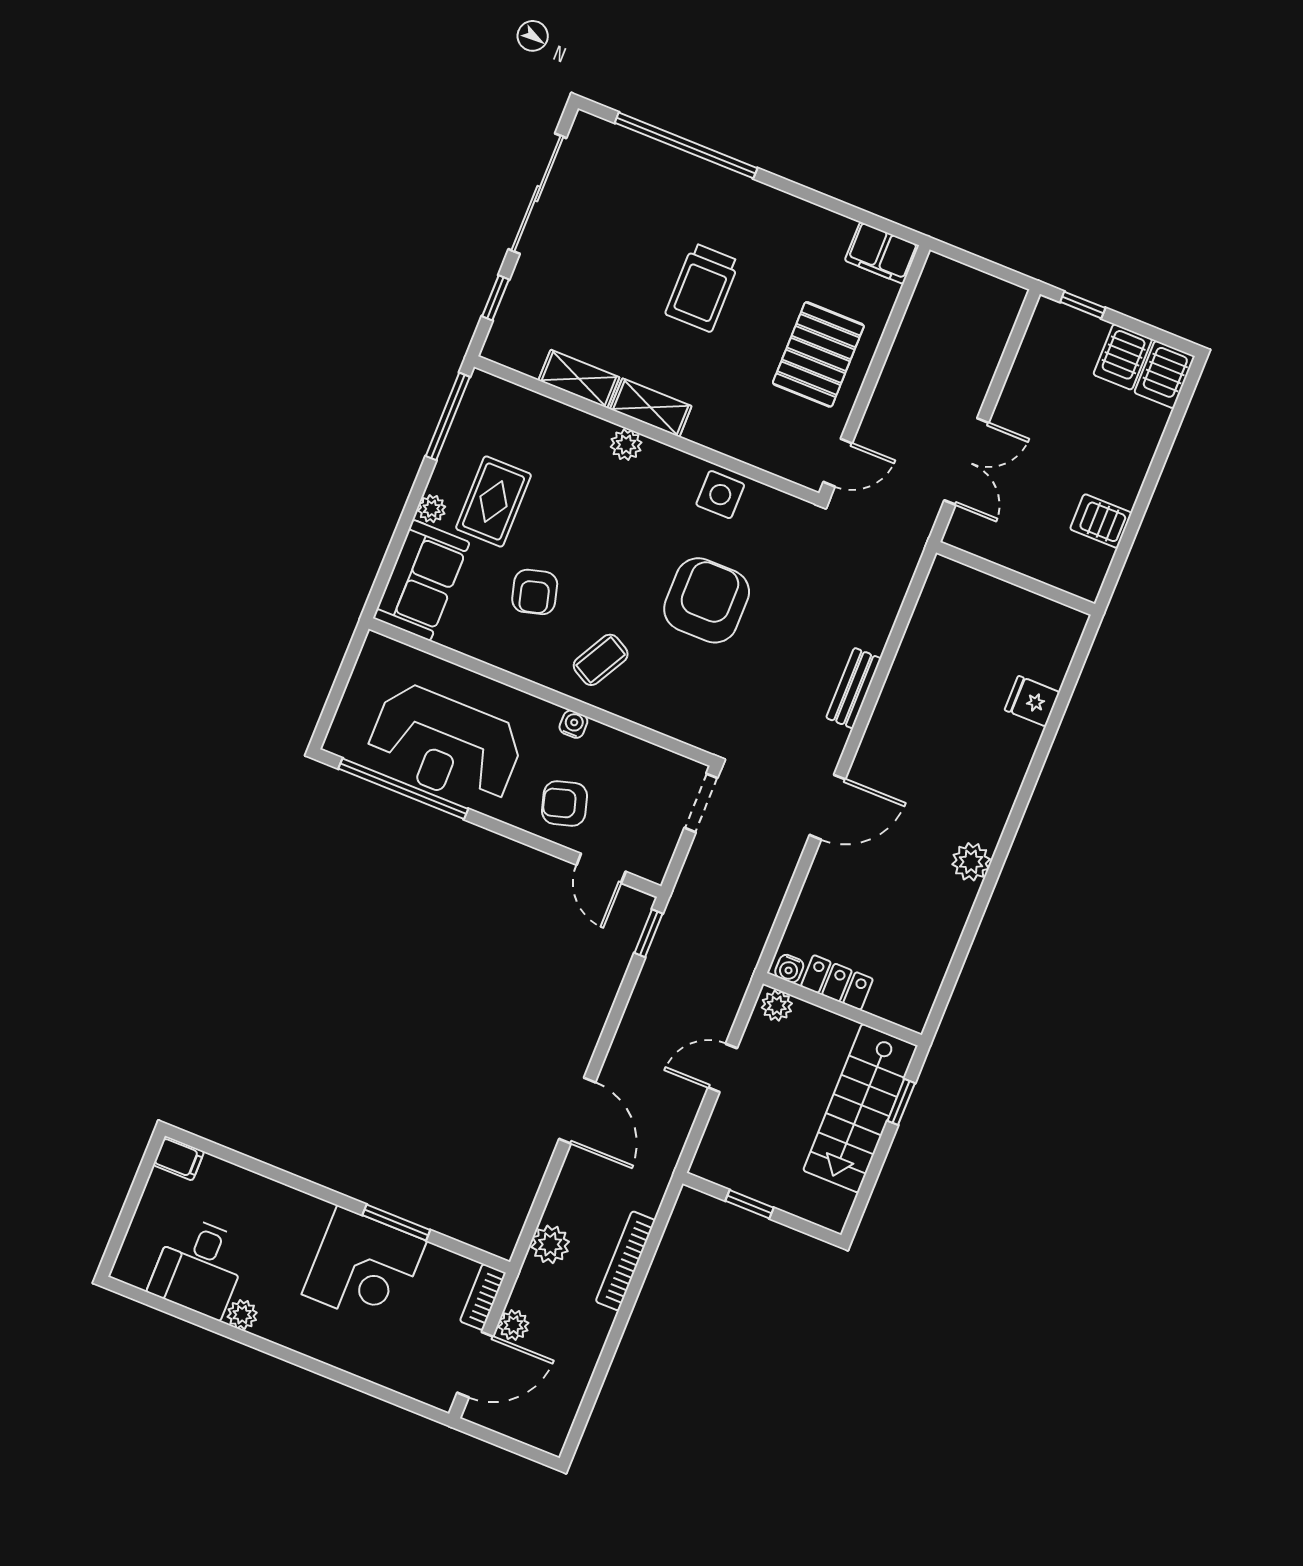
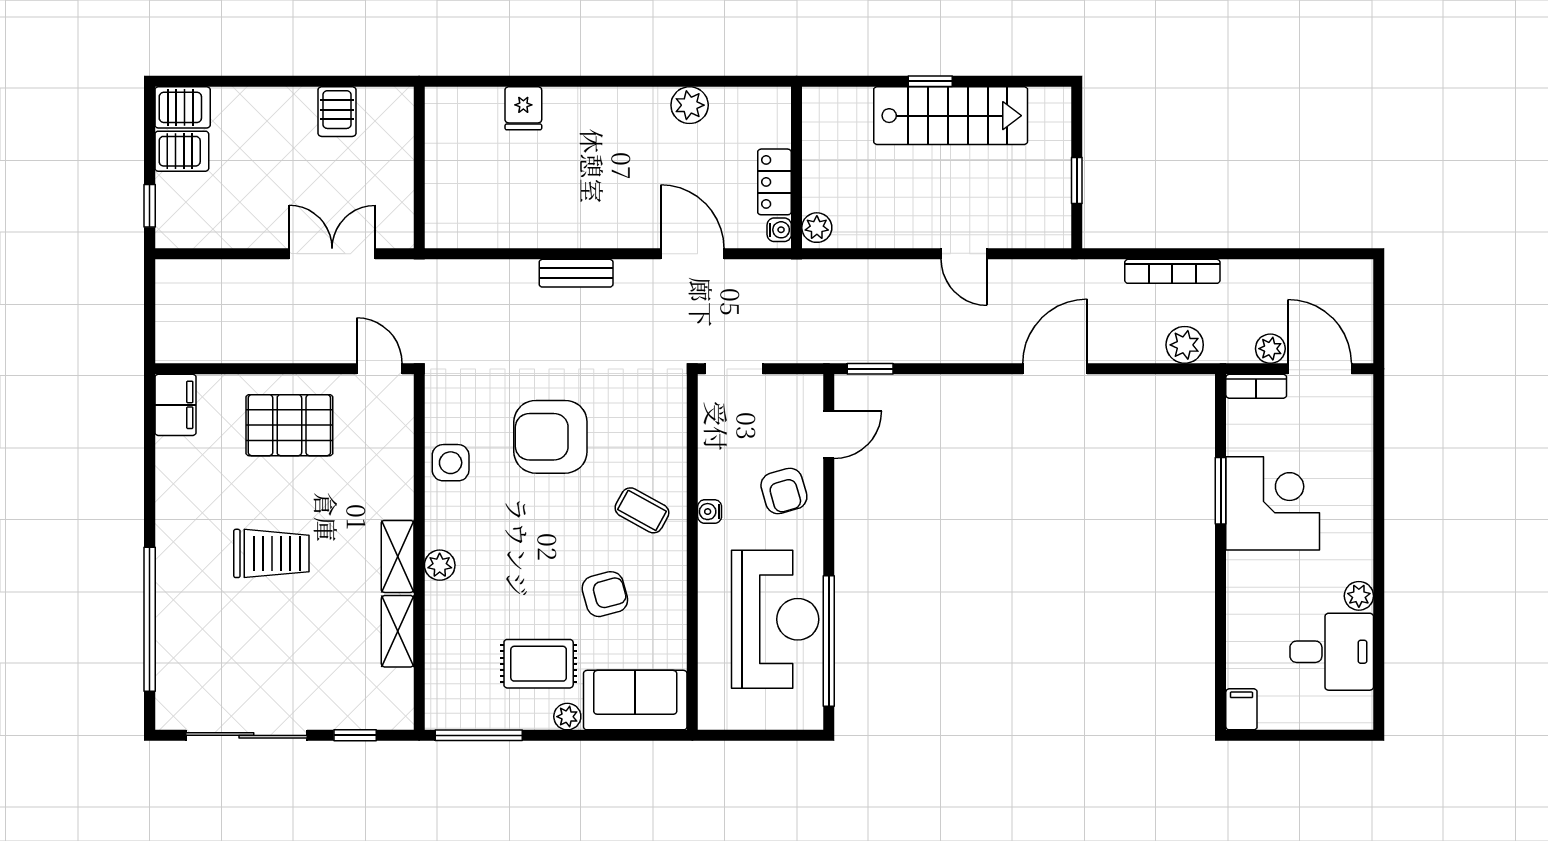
water cooler: (789, 969) -> (779, 230), moved
locker: (837, 983) -> (774, 182), moved
plant: (777, 1006) -> (817, 228), moved
wall: (842, 1009) -> (797, 167), moved

